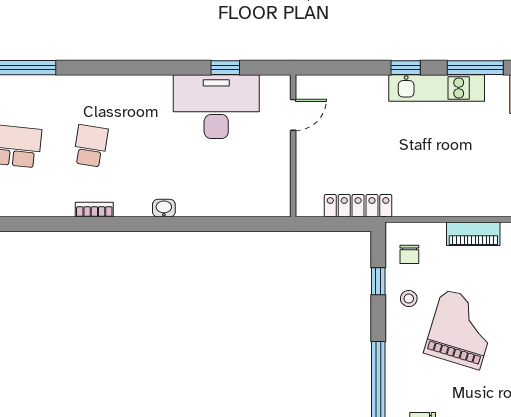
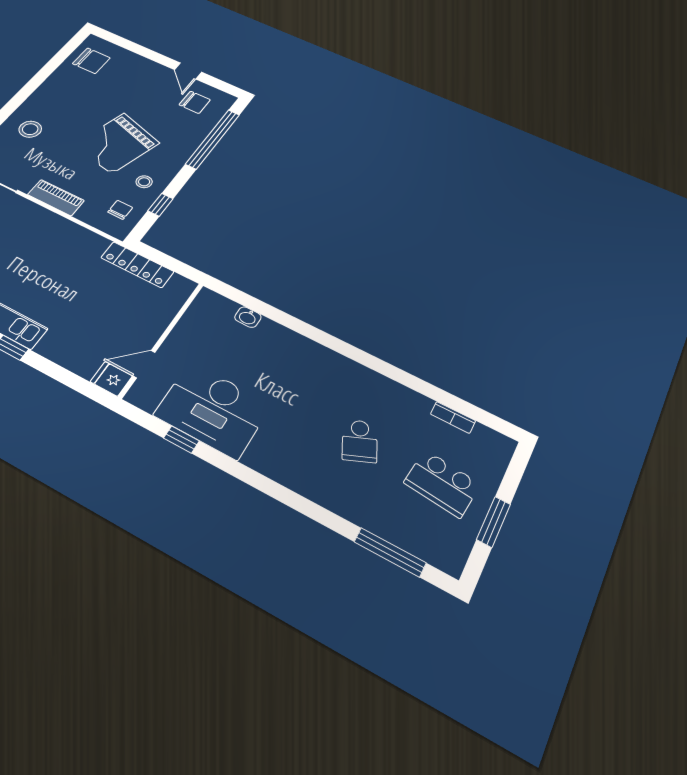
fridge: (310, 87) -> (111, 379), added
school desk: (91, 146) -> (360, 441), turned -33
washbasin: (164, 208) -> (248, 317), moved
bookcase: (94, 210) -> (453, 417), moved

